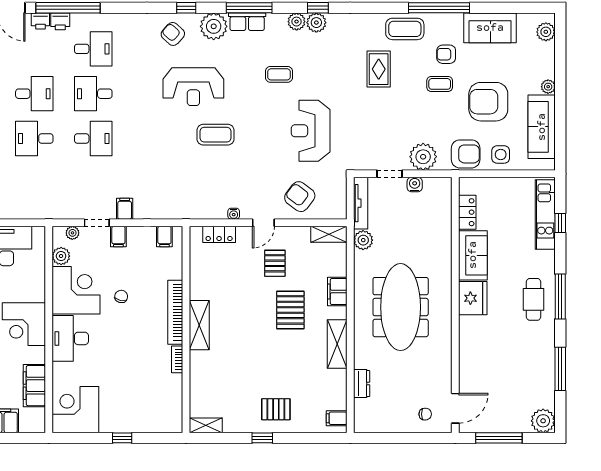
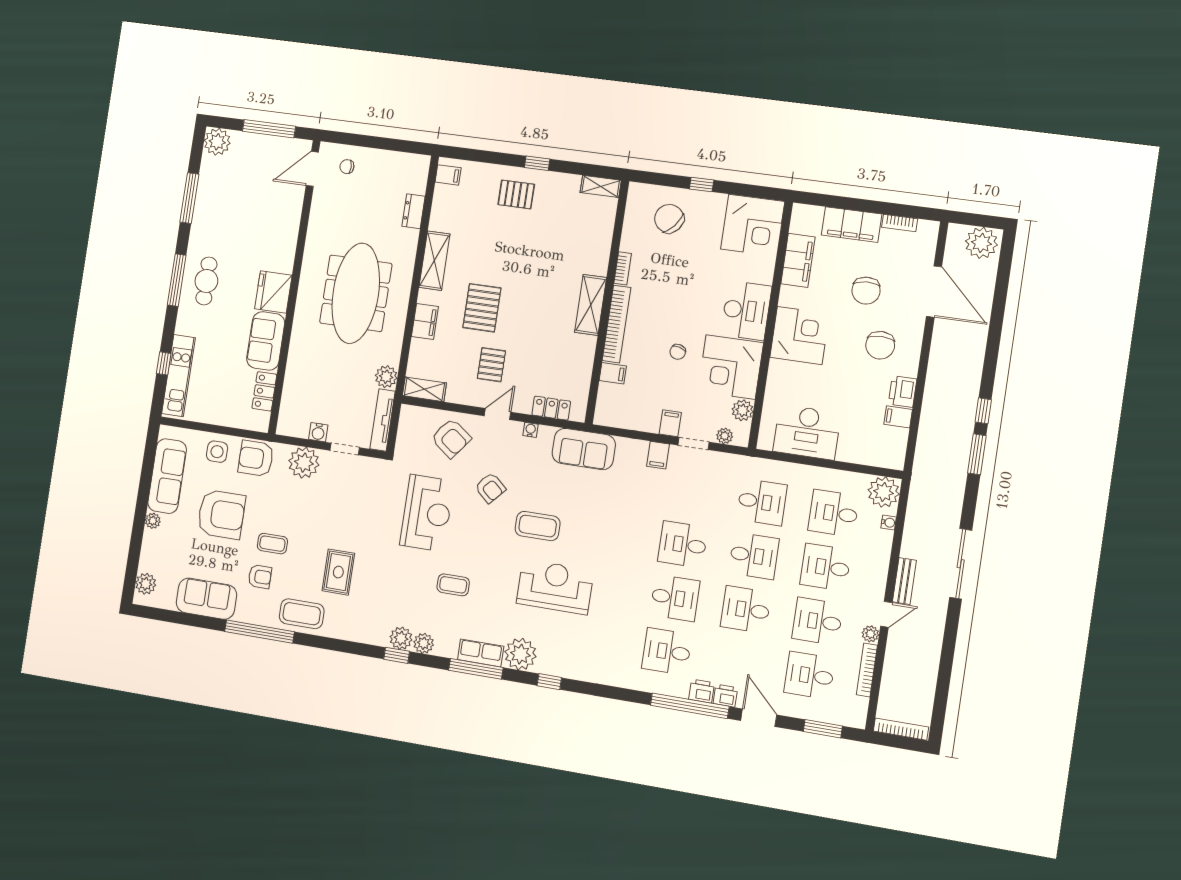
armchair: (173, 34) -> (490, 488), moved
desk: (34, 183) -> (762, 502), added
sofa: (187, 204) -> (584, 449), added
filing cabinet: (164, 237) -> (613, 373), moved, turned 90
chair: (145, 406) -> (669, 219), added

